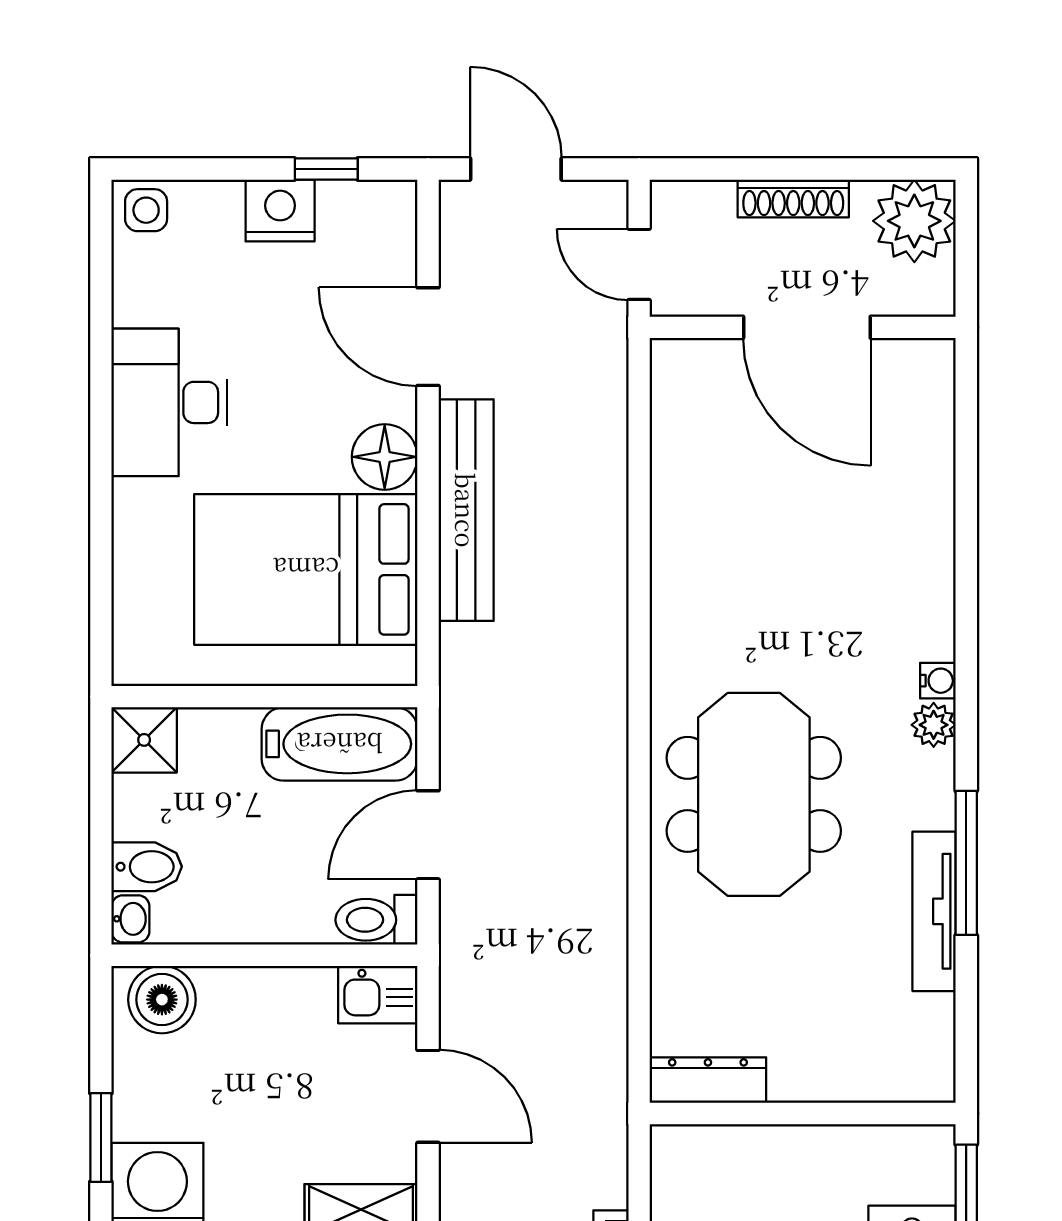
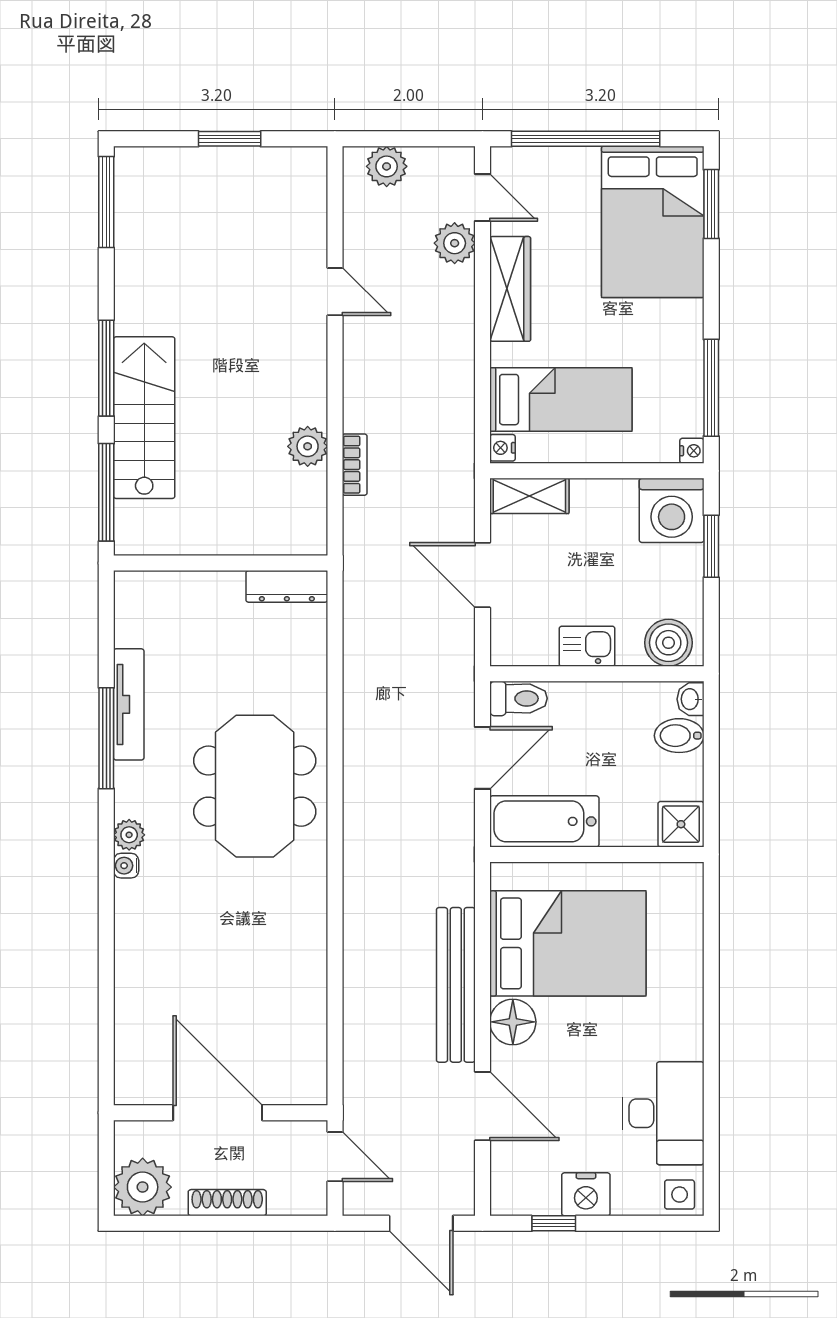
desk: (169, 402) -> (663, 1113), moved
kitchen sink: (378, 995) -> (587, 646), moved

